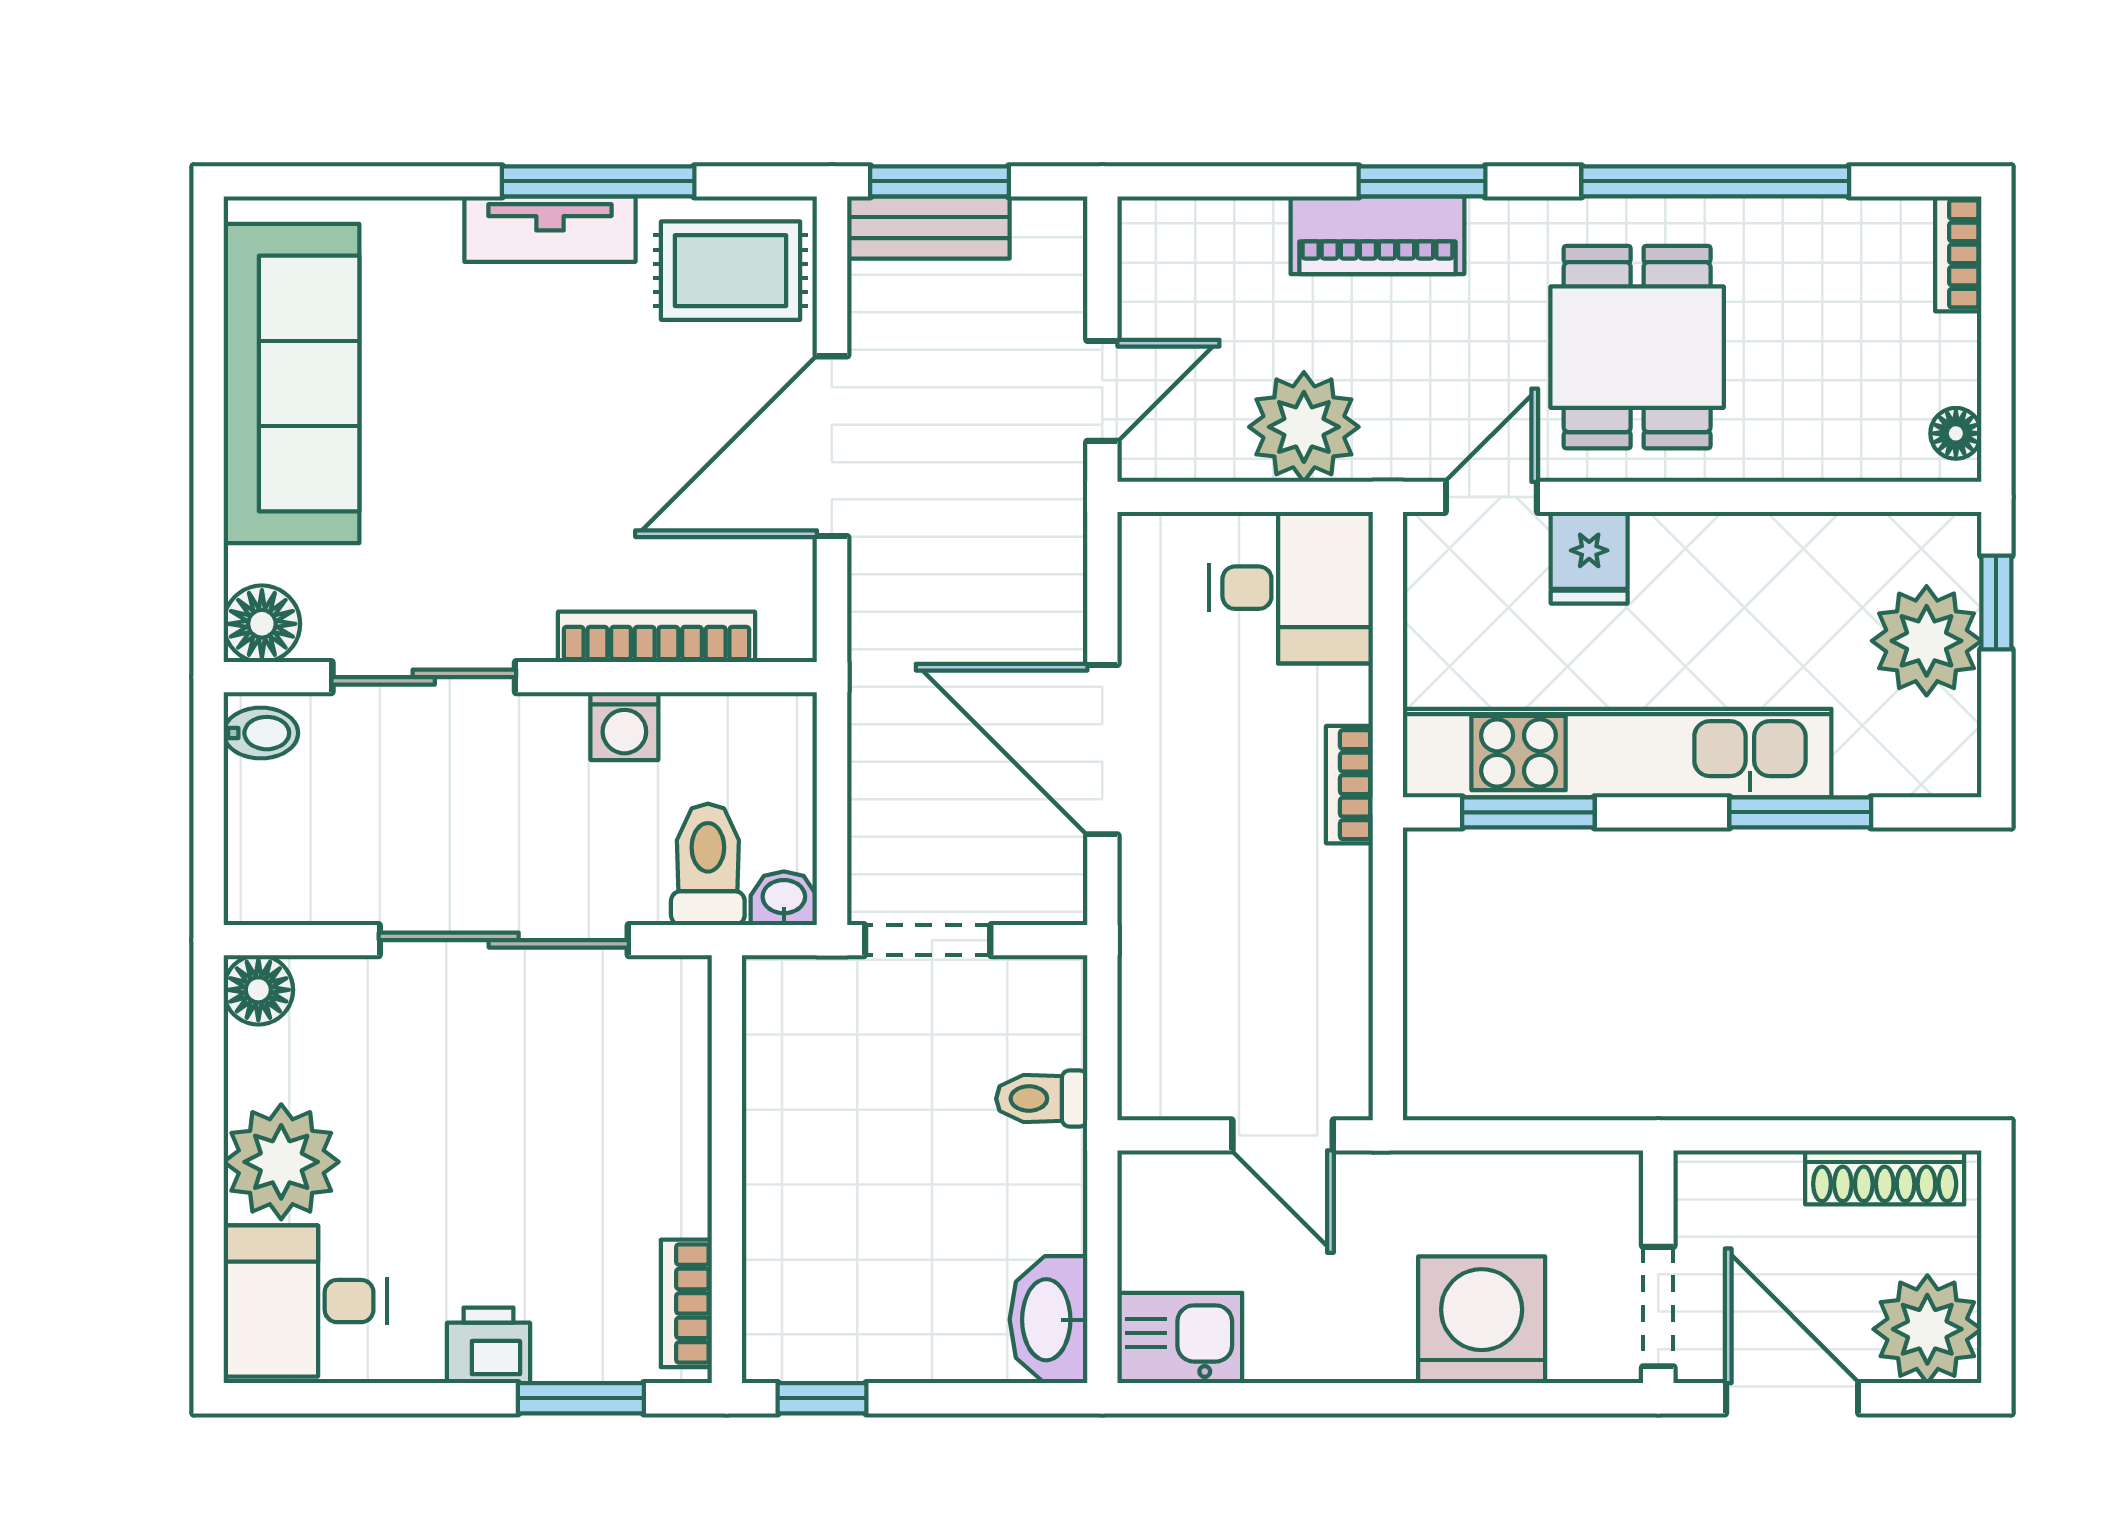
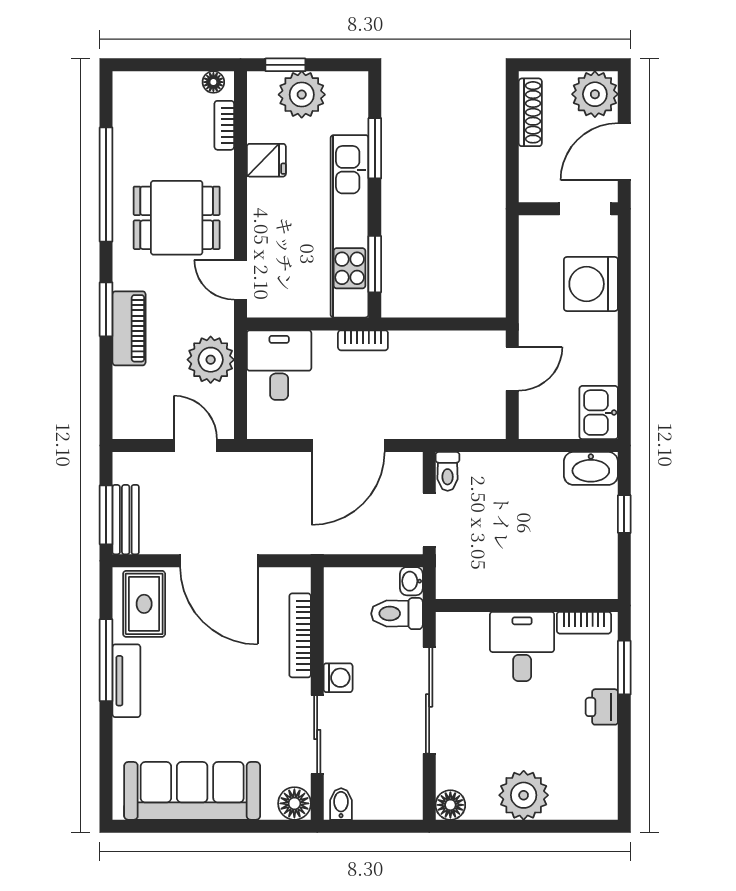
bookcase: (1958, 254) -> (224, 125), moved, turned 90
fridge: (1589, 558) -> (266, 160), moved
washing machine: (624, 726) -> (338, 678), moved
toilet: (1042, 1099) -> (448, 471), moved
desk: (305, 1301) -> (522, 647), moved, turned 180
window: (822, 1398) -> (624, 514), moved

